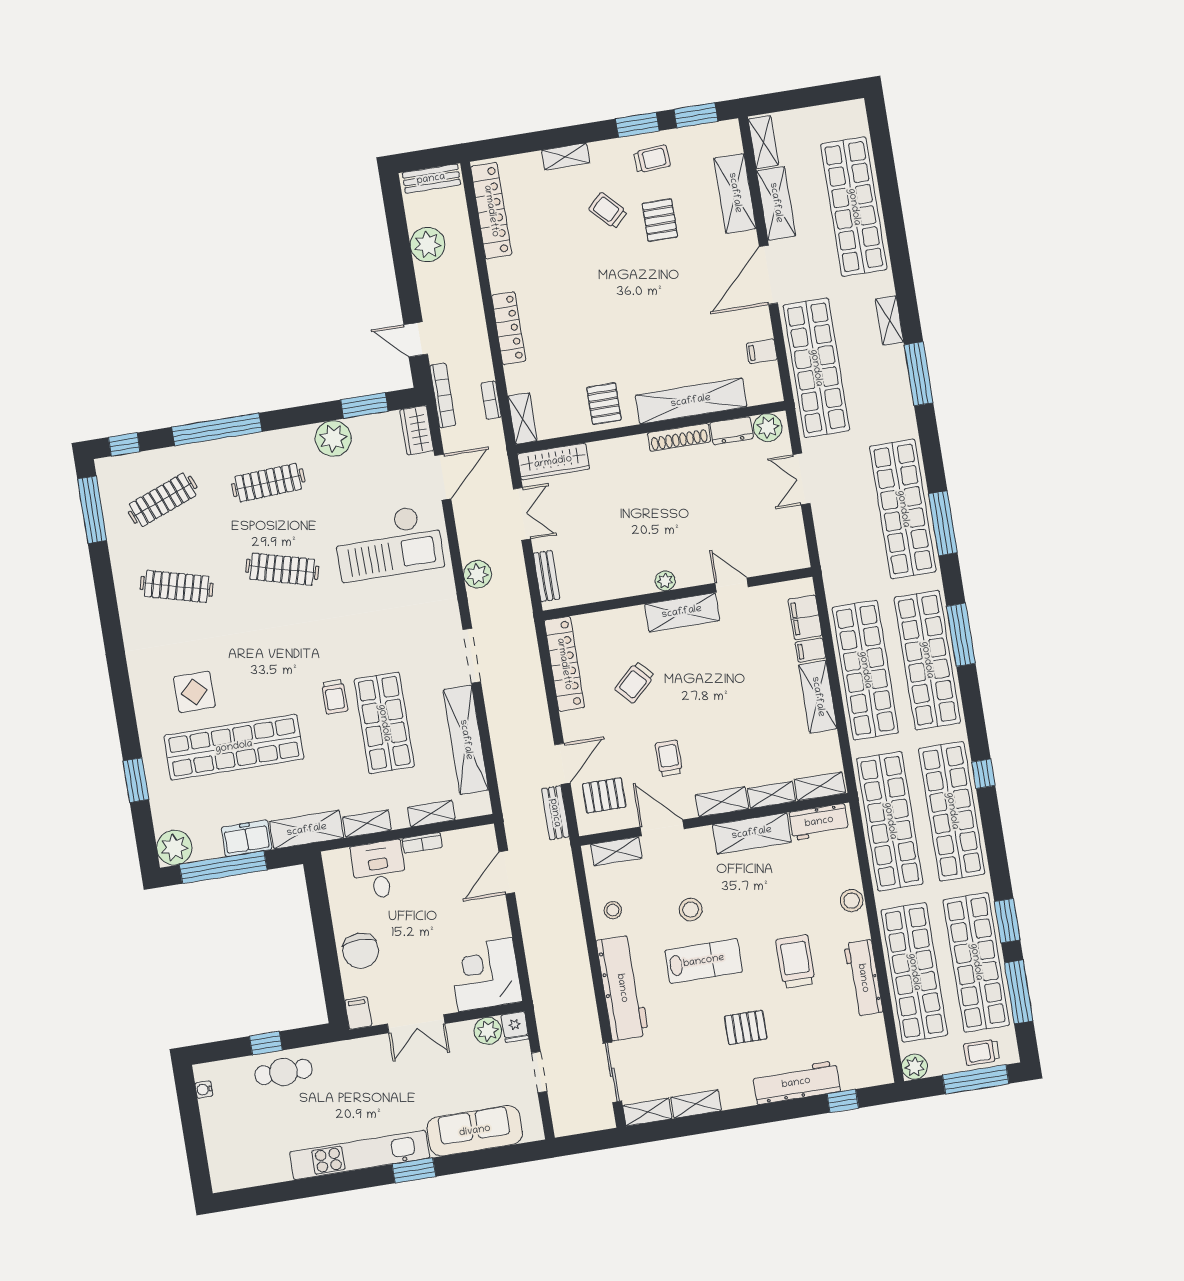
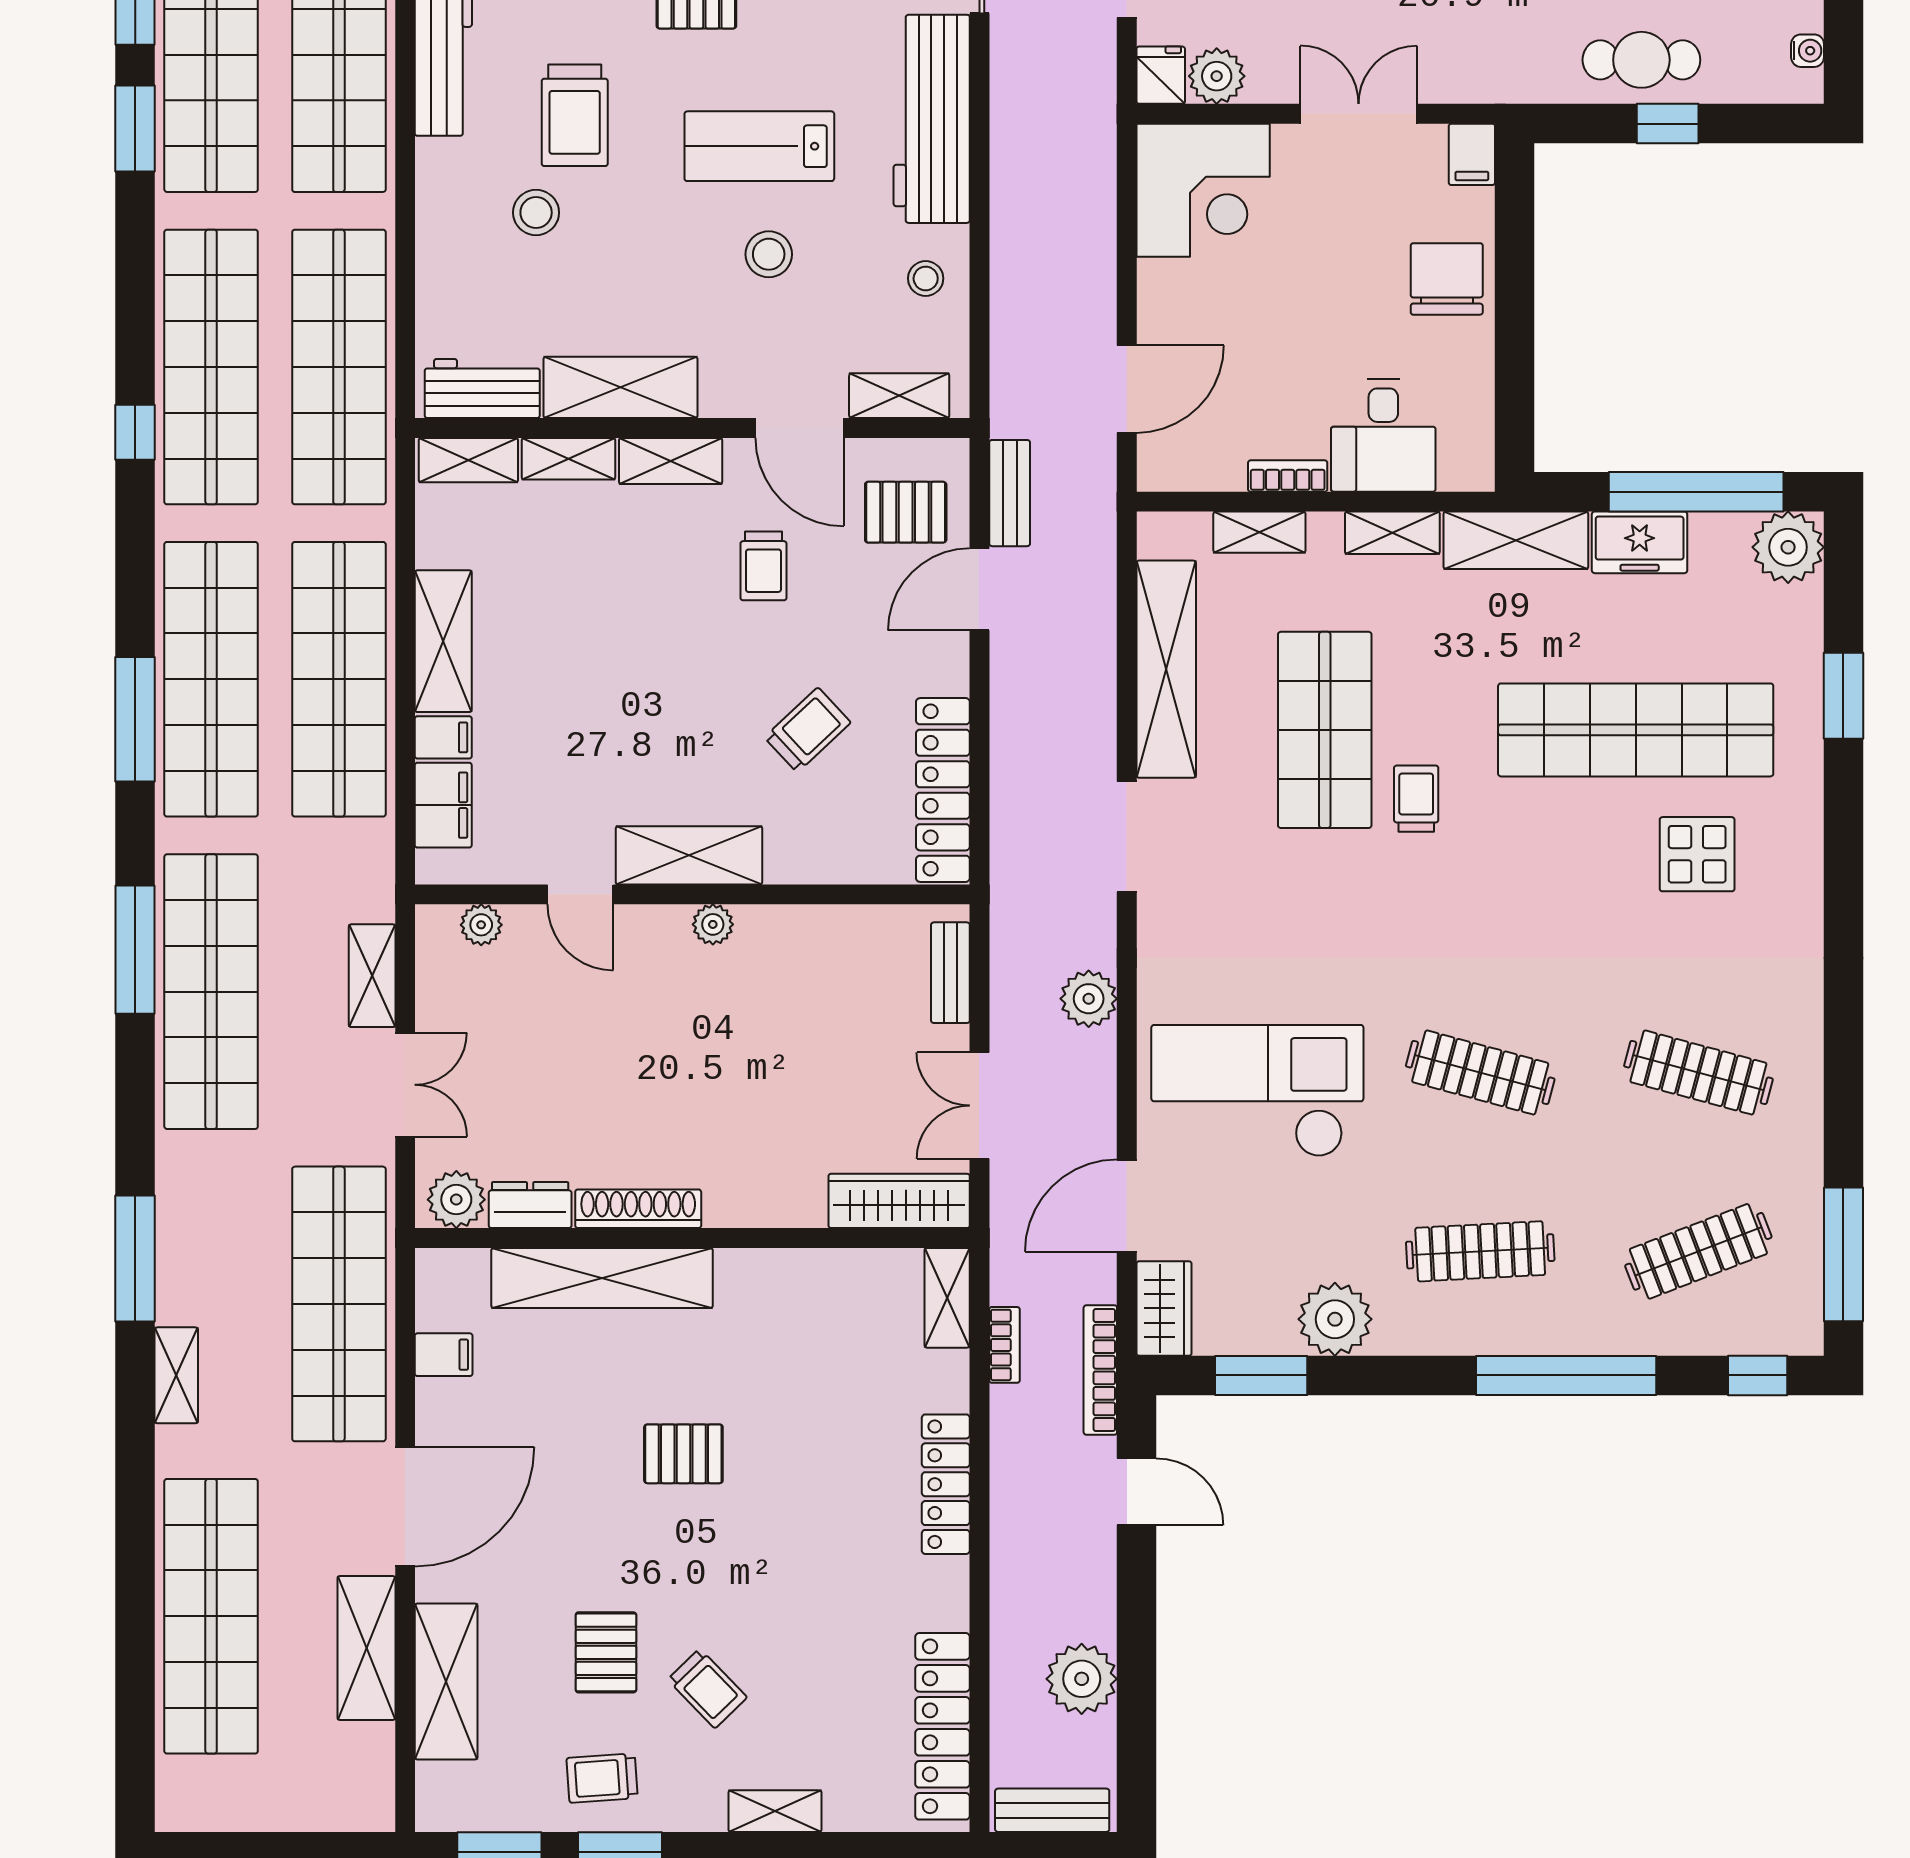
shelving: (763, 142) -> (372, 976), moved
pallet: (604, 404) -> (683, 1454), moved, turned 90
plant: (777, 562) -> (481, 925), added
stool: (852, 901) -> (536, 213), moved

